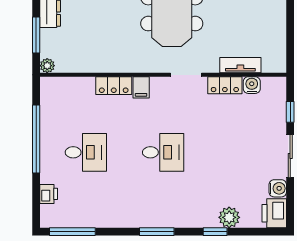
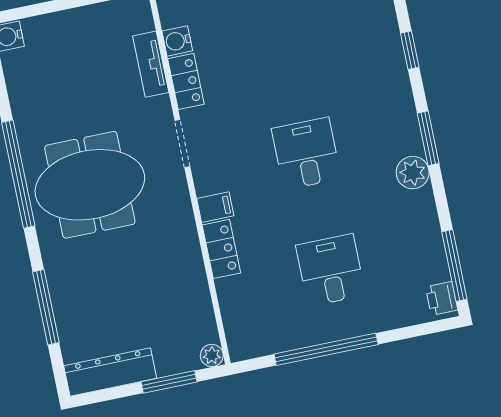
printer: (49, 194) -> (442, 298), moved, turned -90
plant: (229, 217) -> (413, 173), moved

